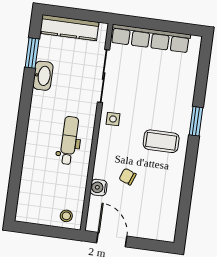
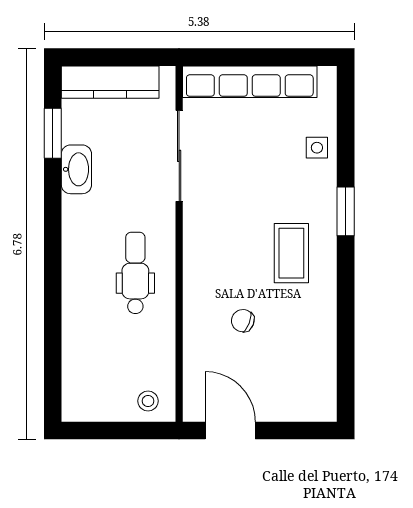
side table: (113, 119) -> (317, 148), moved
coffee table: (161, 141) -> (291, 253), turned 90
water cooler: (99, 188) -> (196, 346), removed

